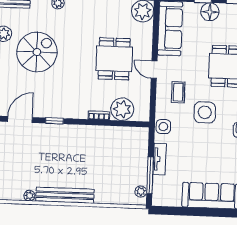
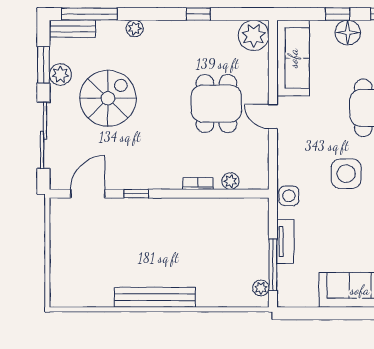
coffee table: (178, 92) -> (308, 147), removed
plant: (122, 109) -> (230, 181), width x0.53, depth x0.53
plant: (29, 196) -> (105, 300), removed

